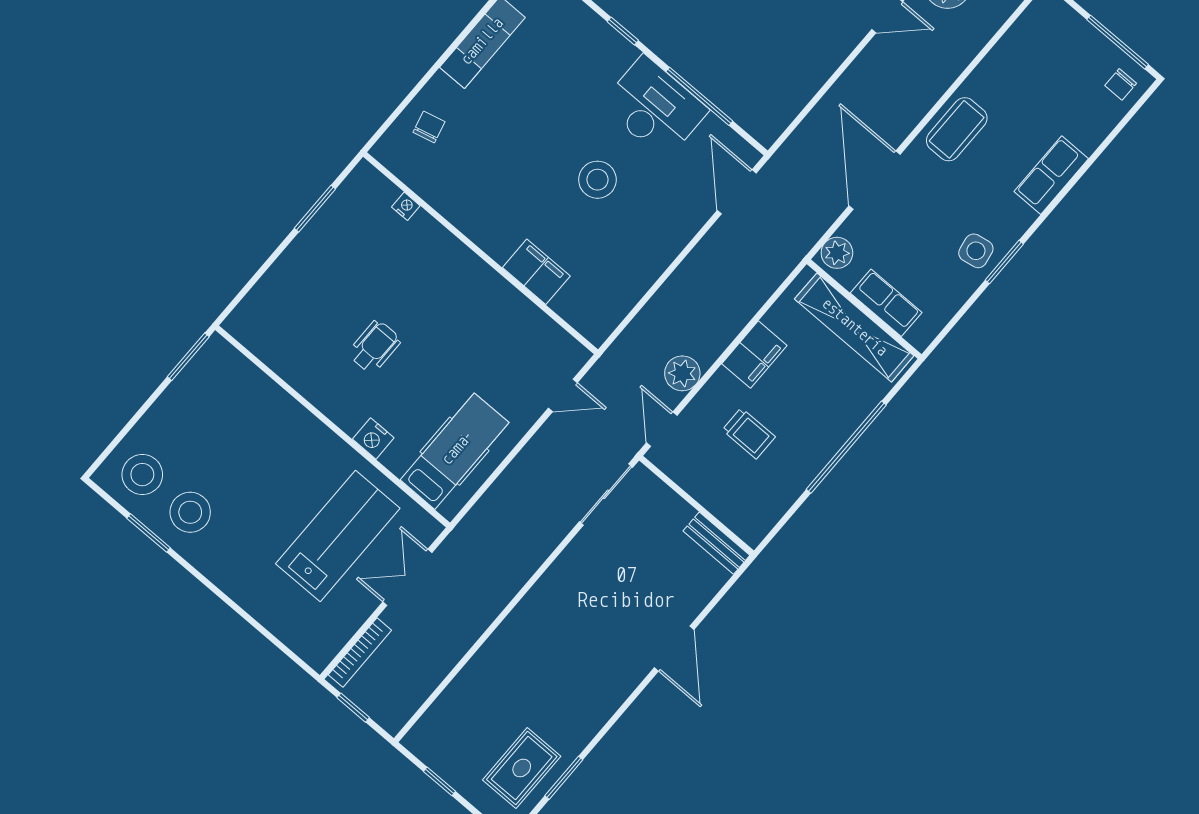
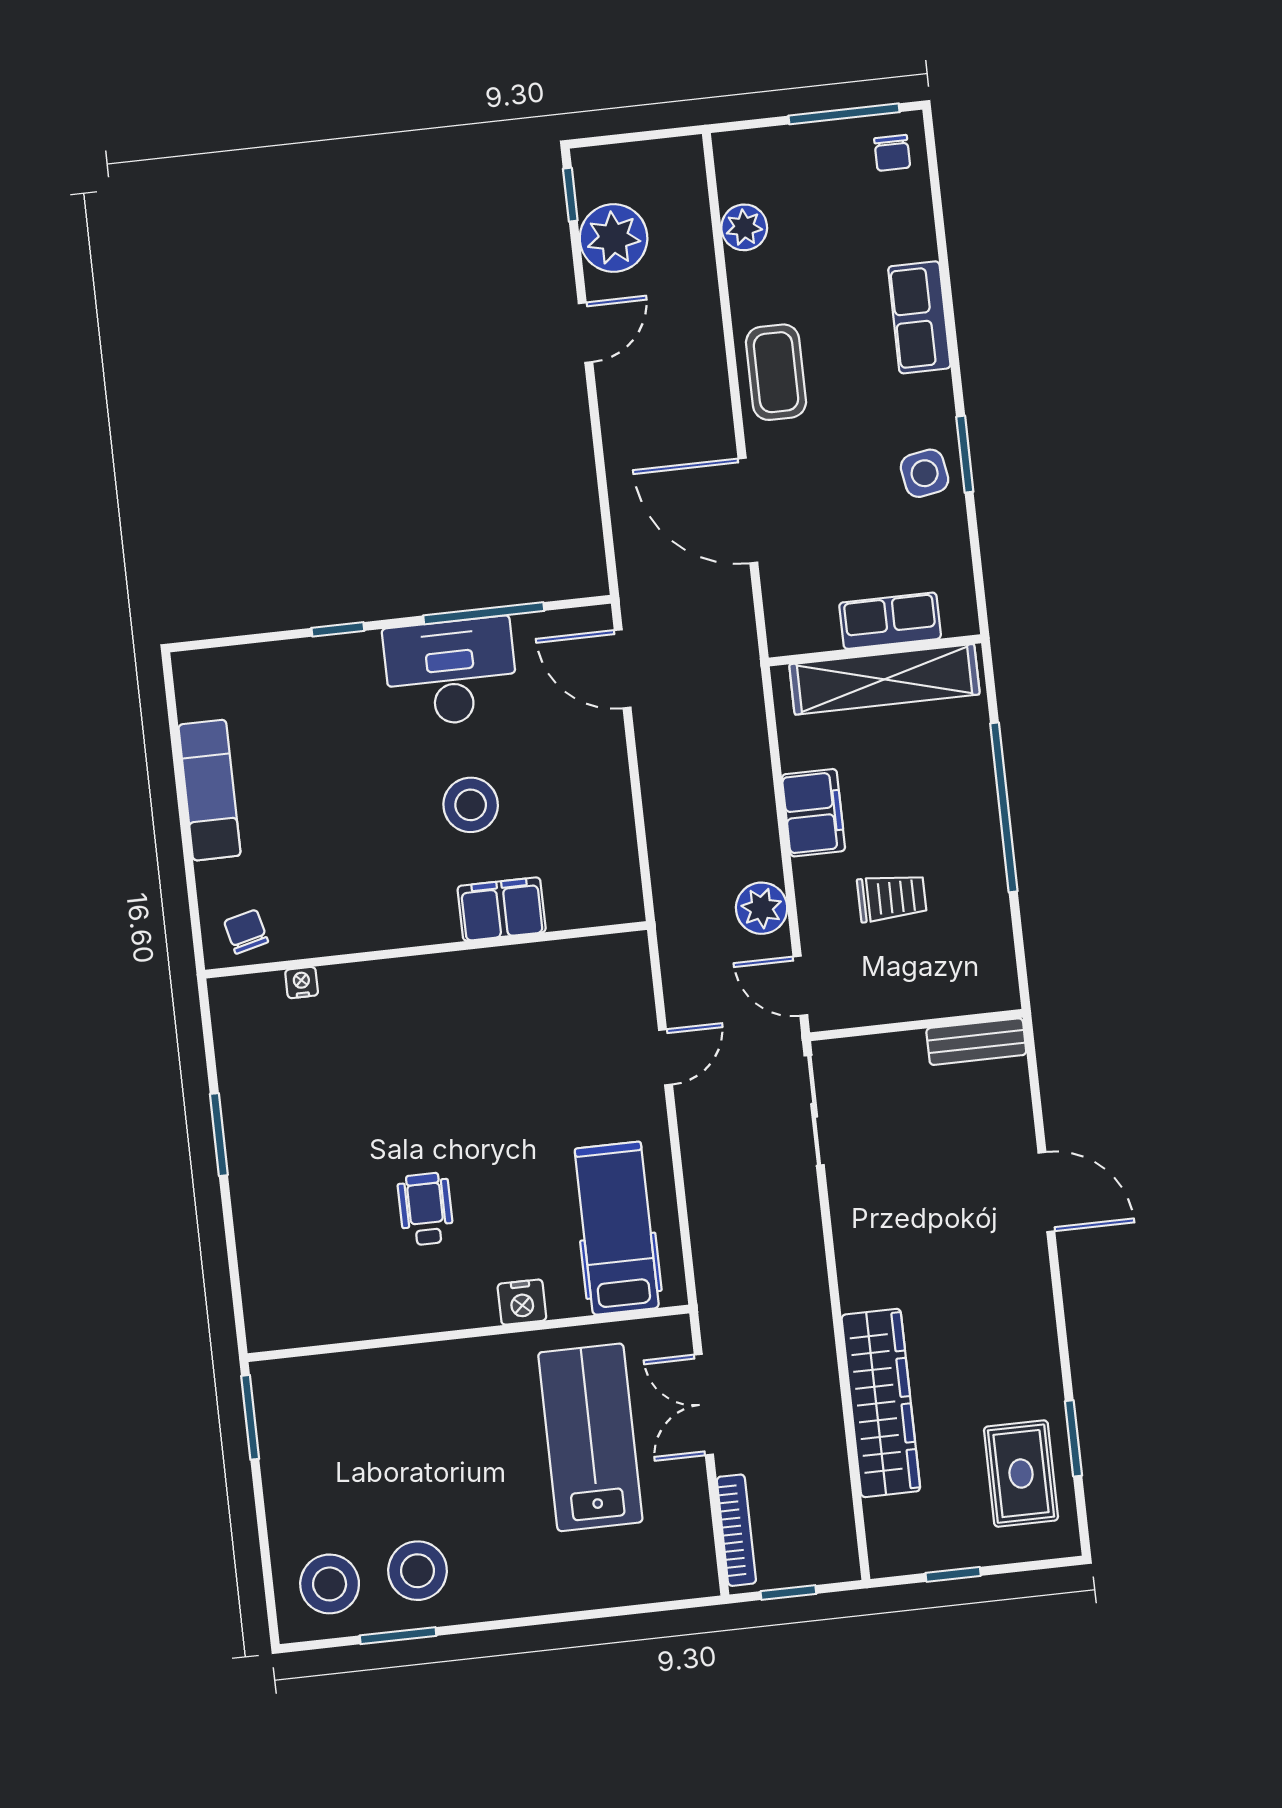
nightstand: (406, 206) -> (302, 983), moved
wall: (481, 253) -> (426, 950), moved
plant: (837, 253) -> (744, 227), moved
filing cabinet: (536, 272) -> (502, 909), moved
wardrobe: (491, 665) -> (881, 1403), added

